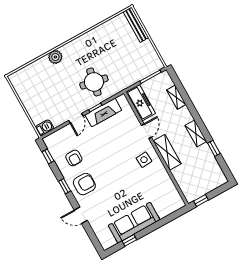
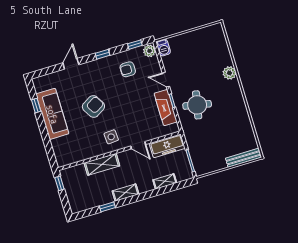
plant: (51, 141) -> (149, 51), added
shelving: (167, 152) -> (102, 164), moved
armchair: (84, 184) -> (93, 106), moved, turned -120

